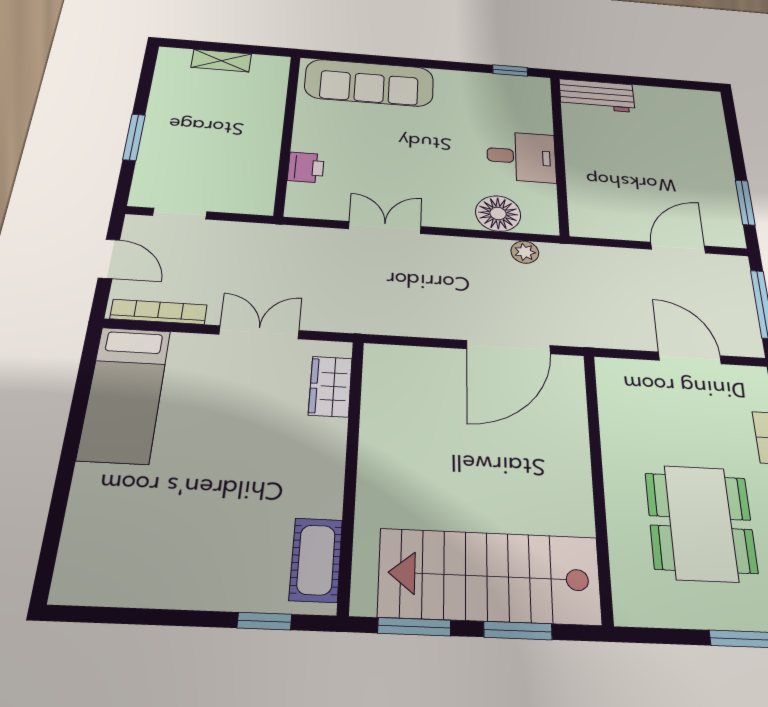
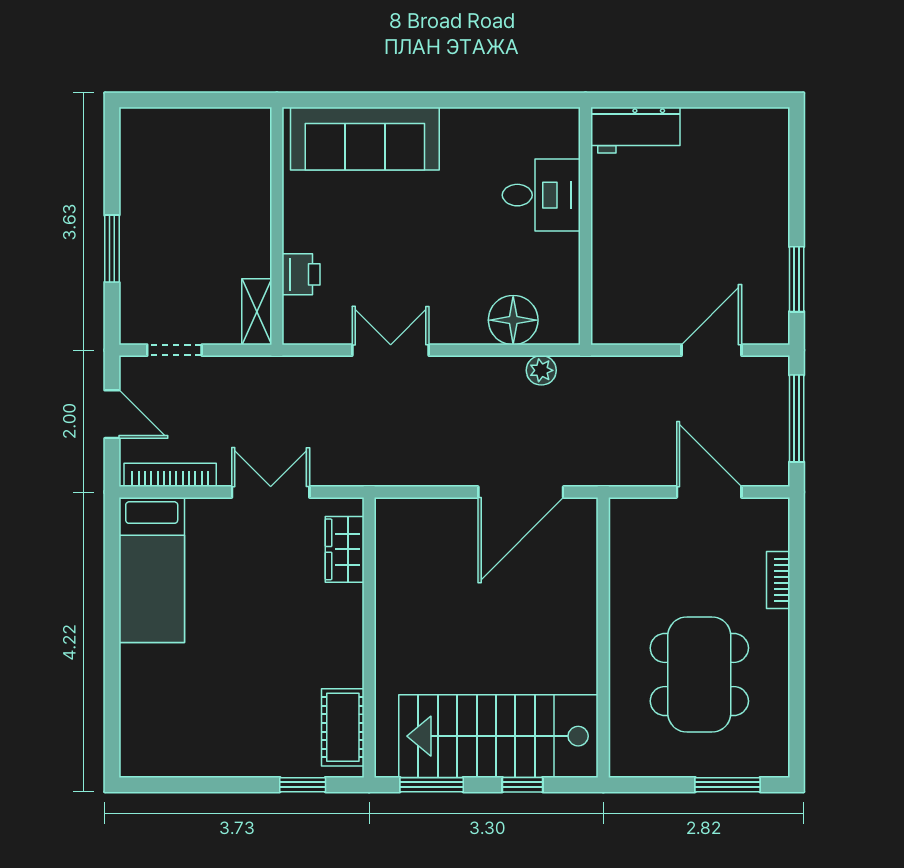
shelving: (221, 61) -> (257, 312), moved, turned 90
window: (510, 70) -> (532, 100), removed
desk: (521, 157) -> (541, 195), moved
window: (518, 631) -> (523, 785), width x0.67

